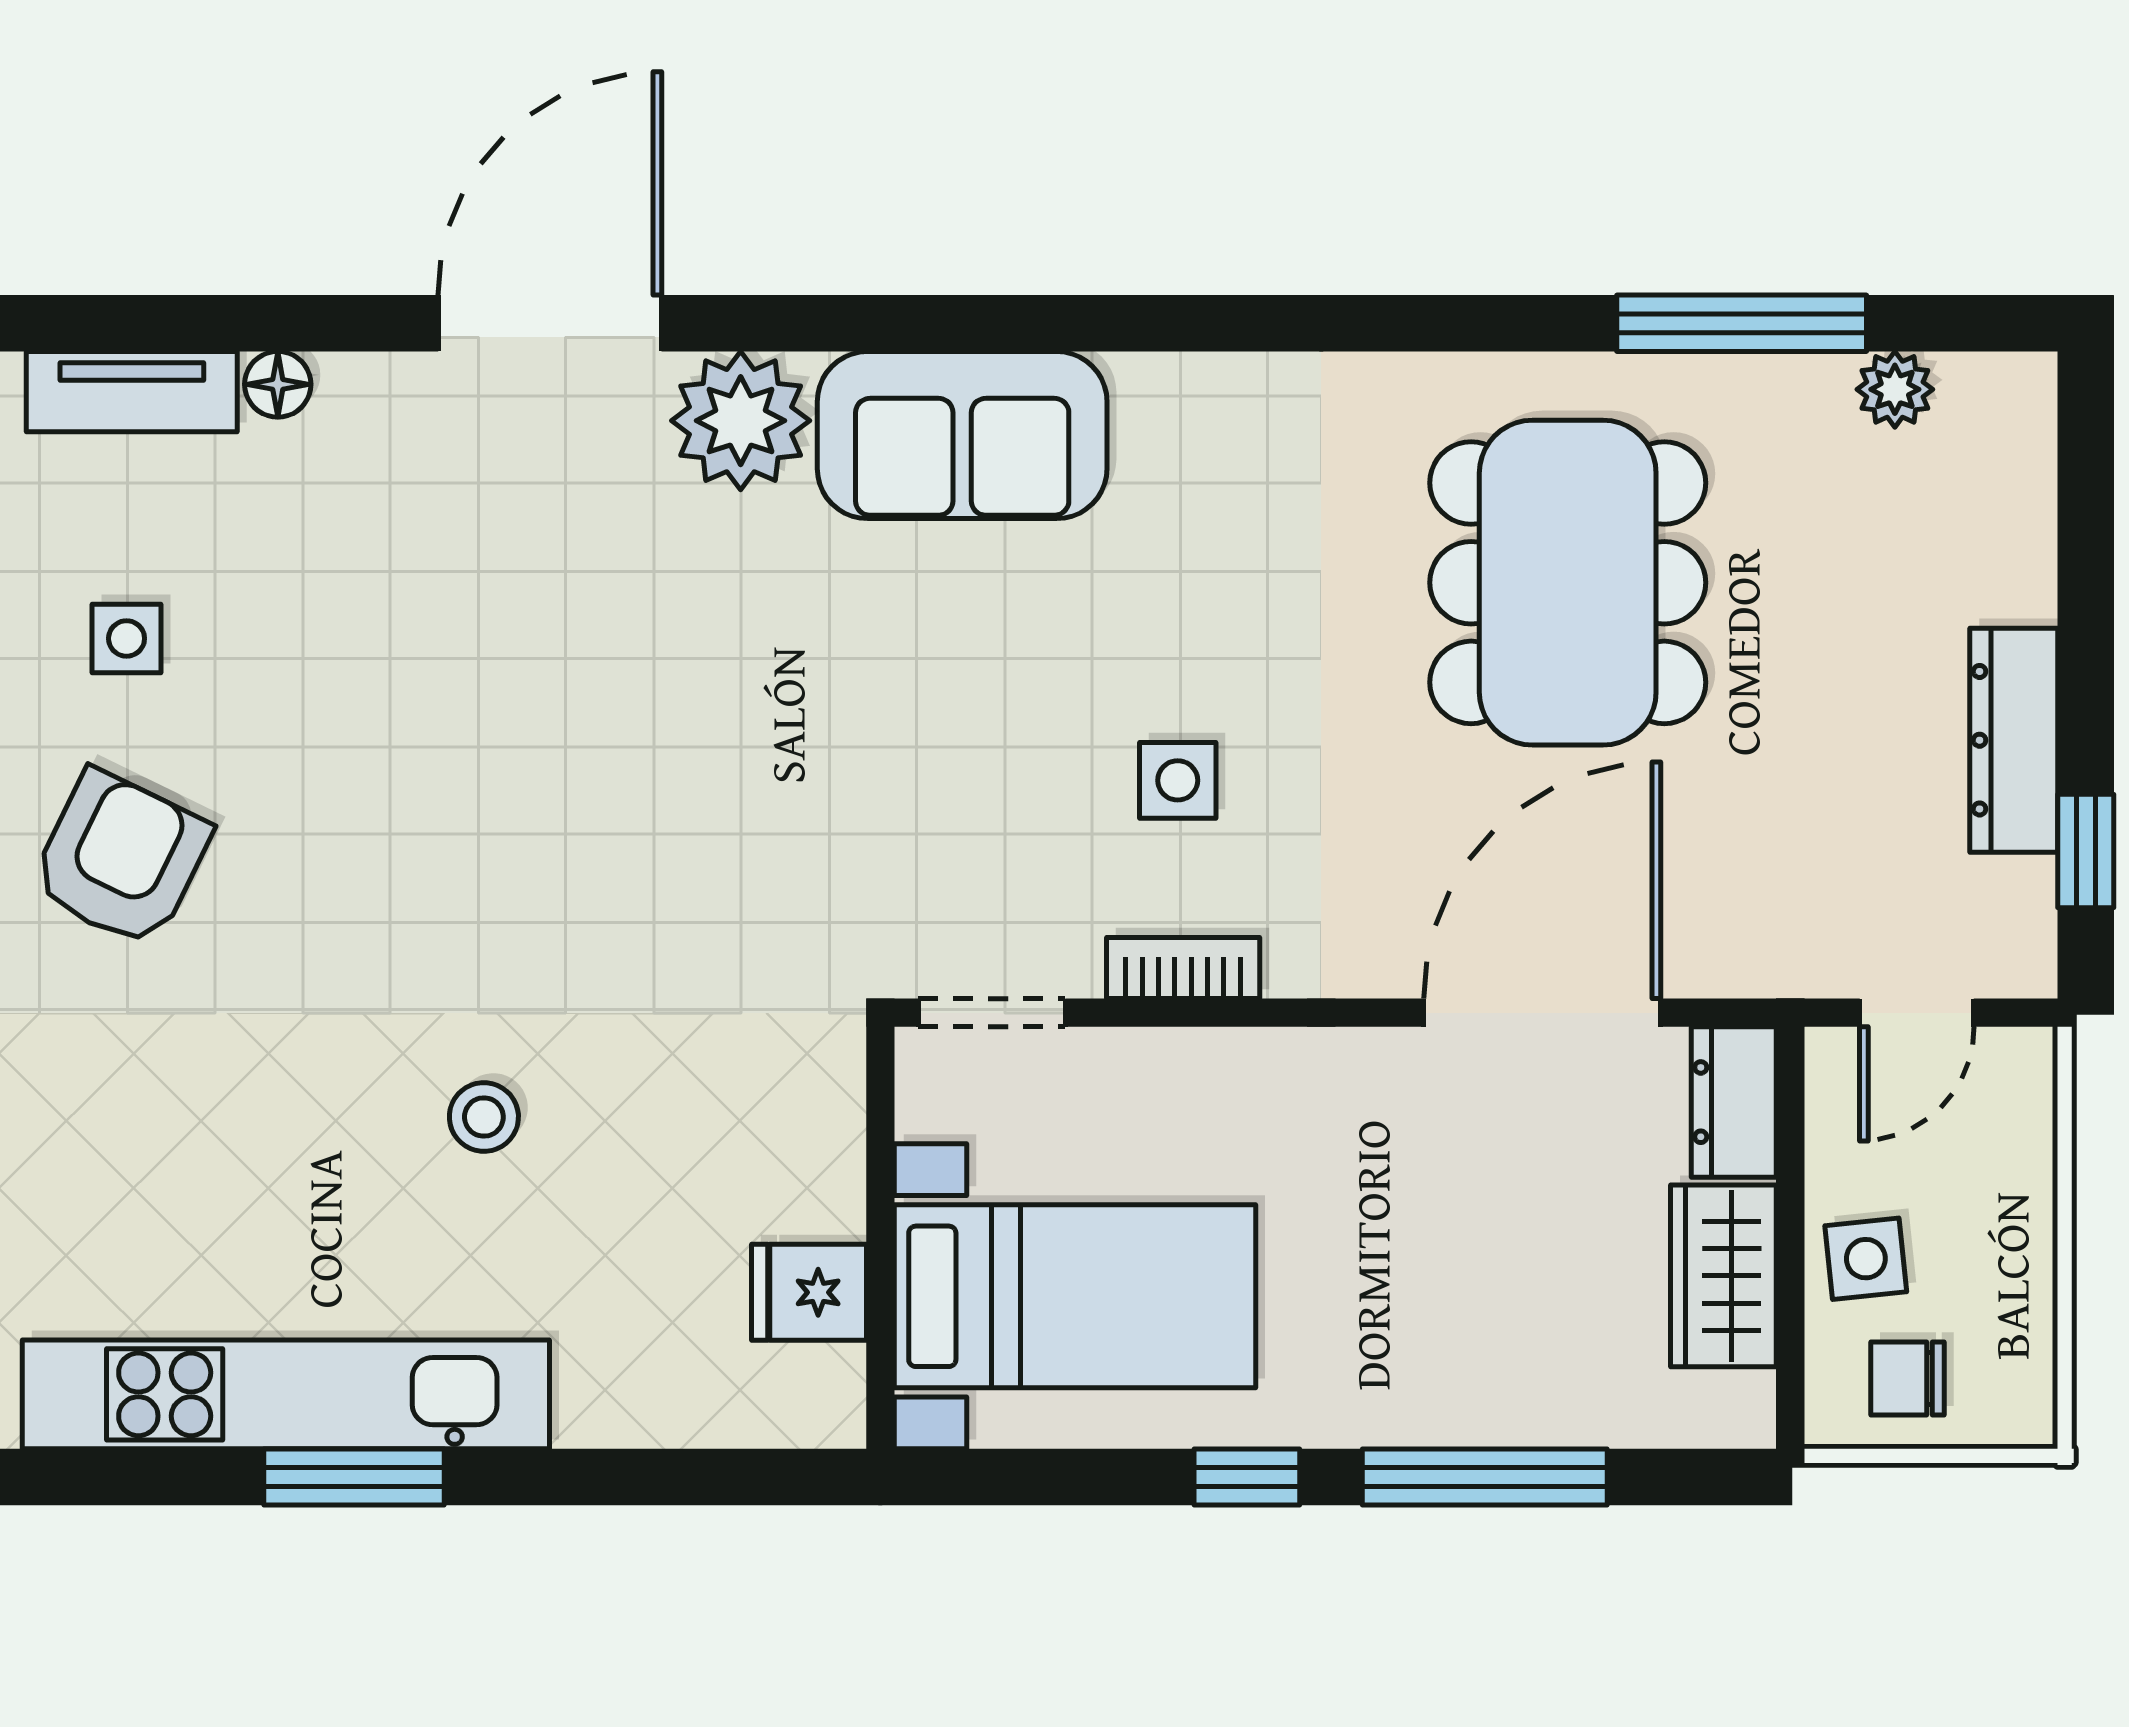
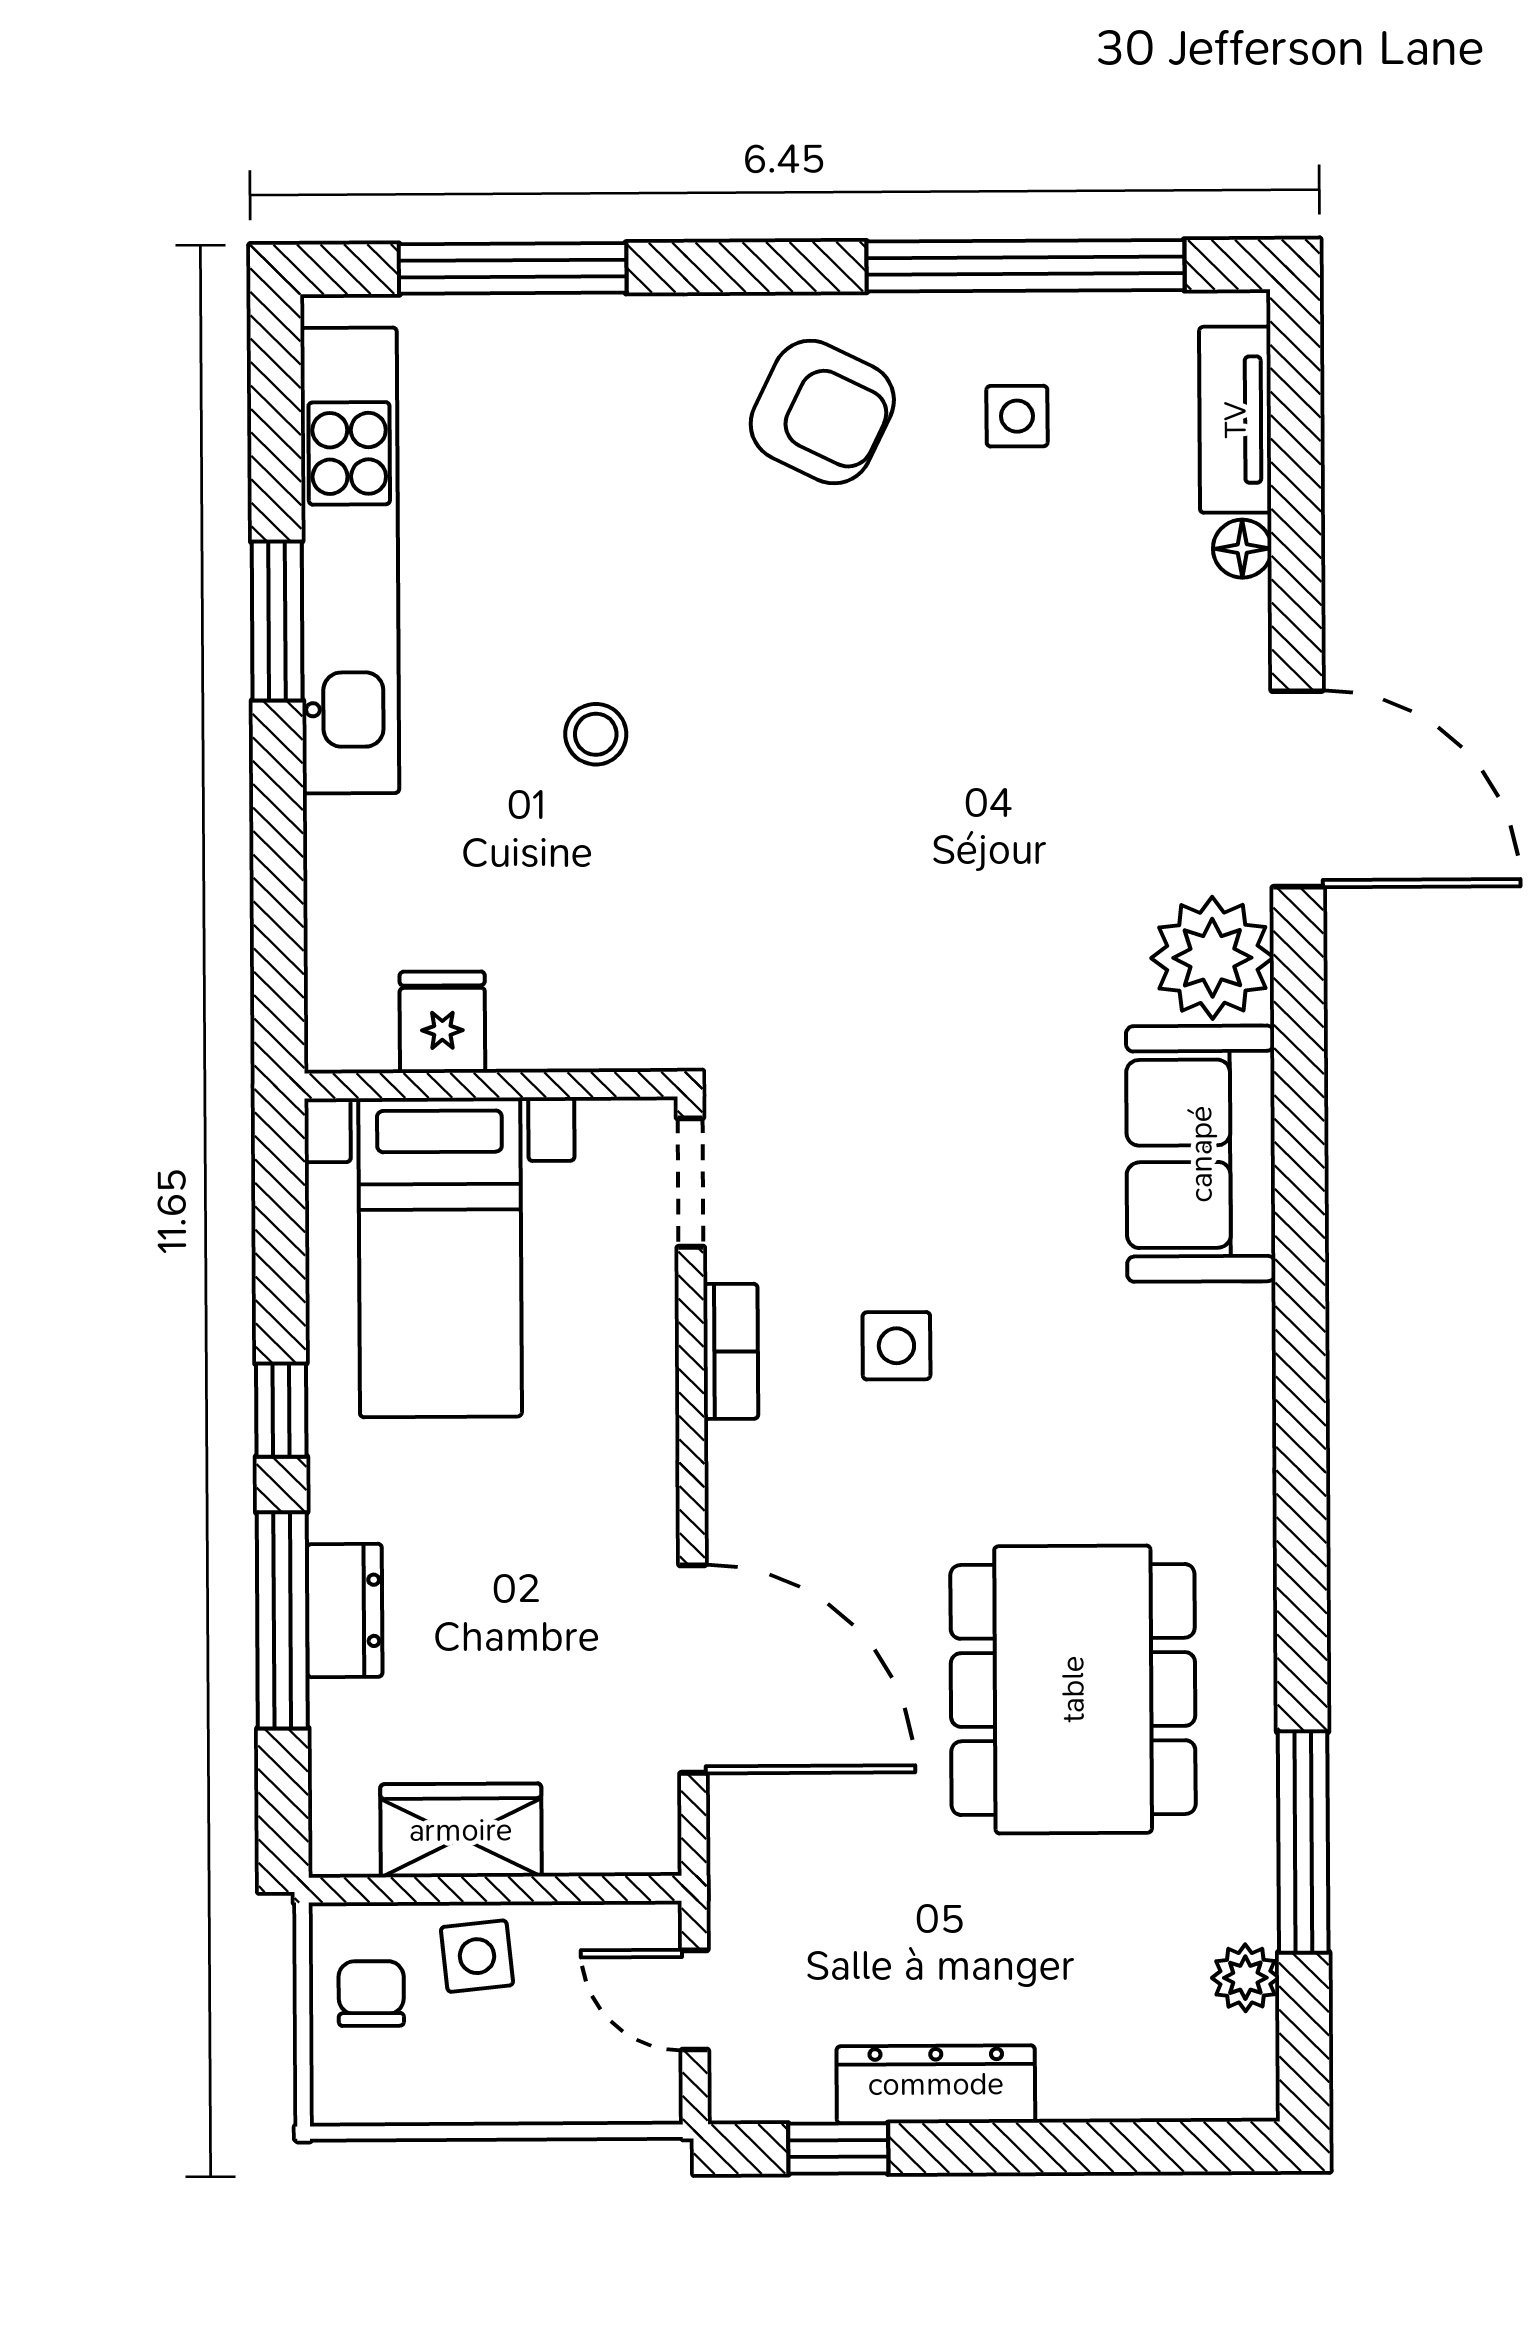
dining table: (1568, 583) -> (1073, 1689), turned 90
dresser: (1734, 1102) -> (345, 1610), moved, turned 90

